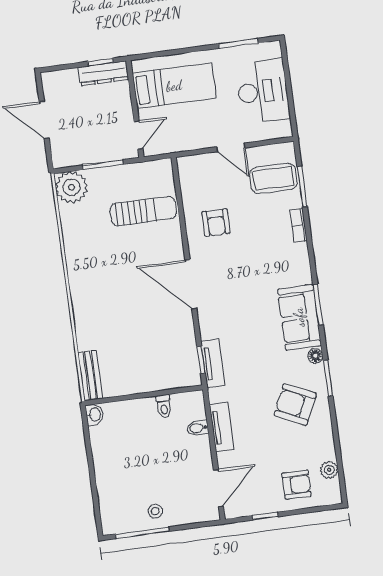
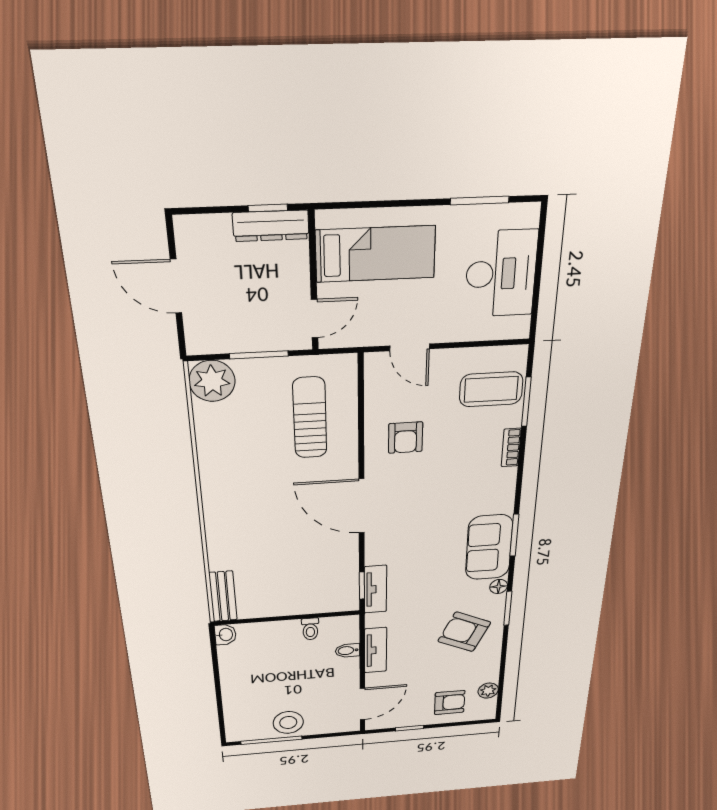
door: (231, 147) -> (410, 347), moved
sun lounger: (143, 211) -> (310, 418), turned -90
stool: (155, 511) -> (288, 722), width x1.89, depth x1.89

